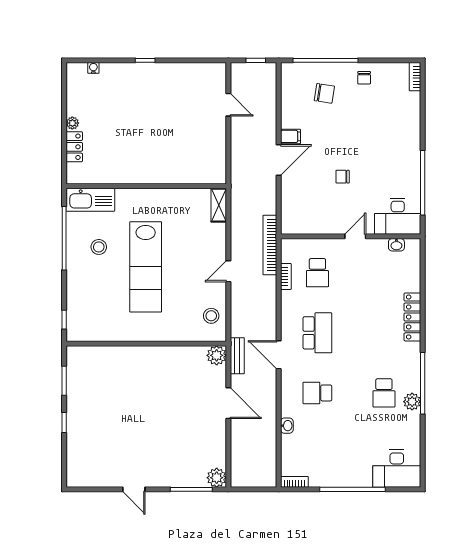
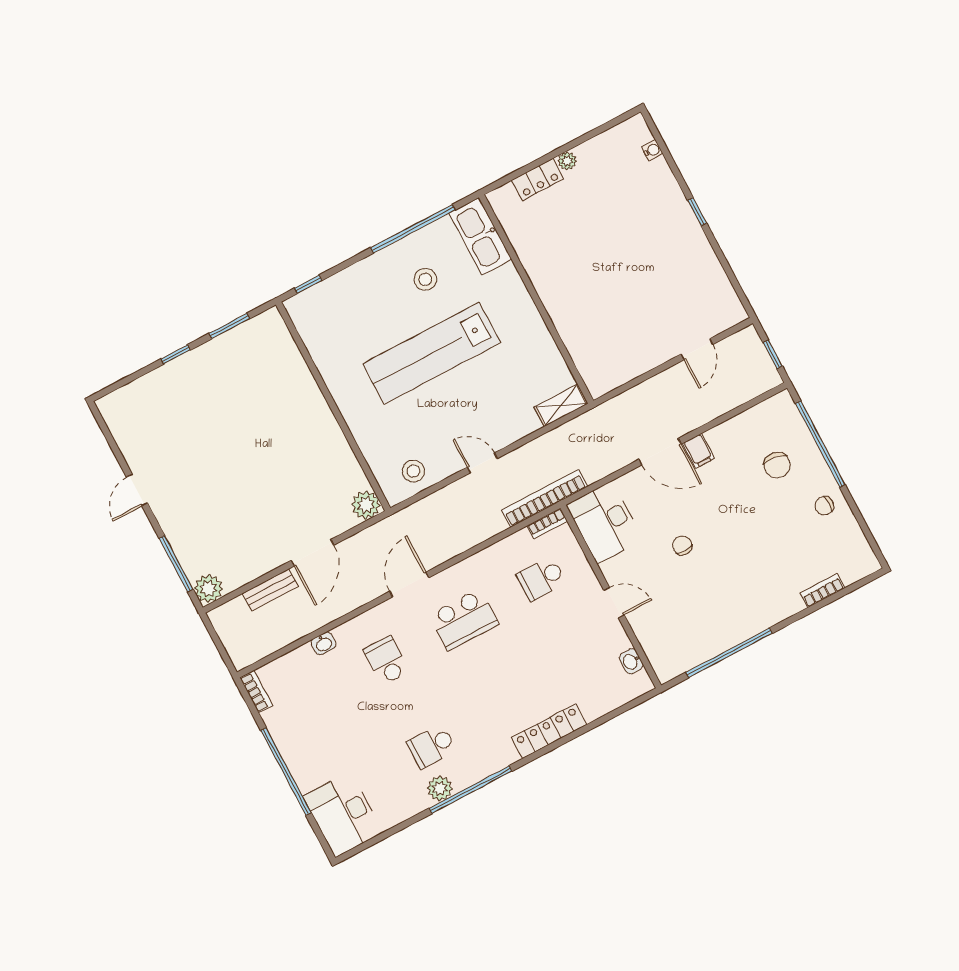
bookcase: (415, 77) -> (822, 591), moved
desk: (398, 216) -> (605, 522), moved
bookcase: (286, 276) -> (547, 523), moved
bench: (237, 356) -> (270, 590), moved

